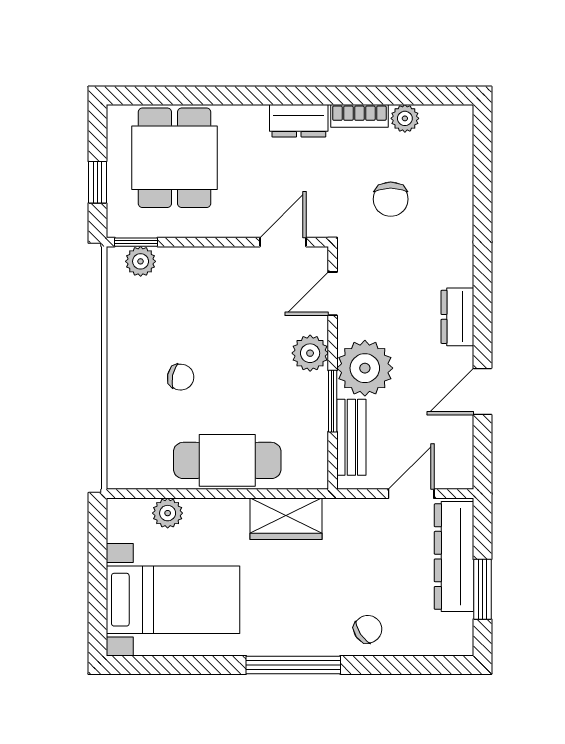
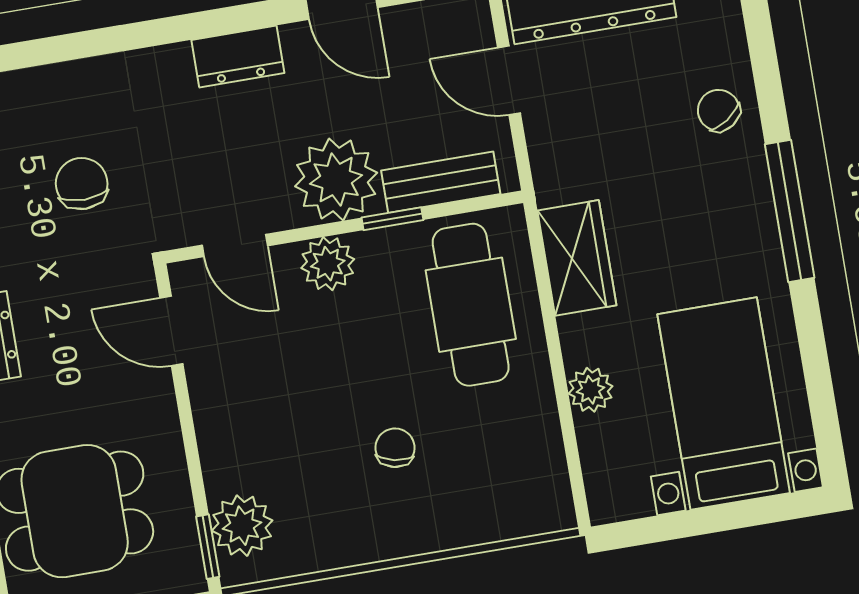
chair: (391, 199) -> (82, 184), turned -90
plant: (141, 261) -> (242, 526), width x1.38, depth x1.38
window: (333, 401) -> (392, 219), width x0.67
cafe table: (227, 460) -> (471, 305), moved
plant: (168, 513) -> (591, 390), moved

